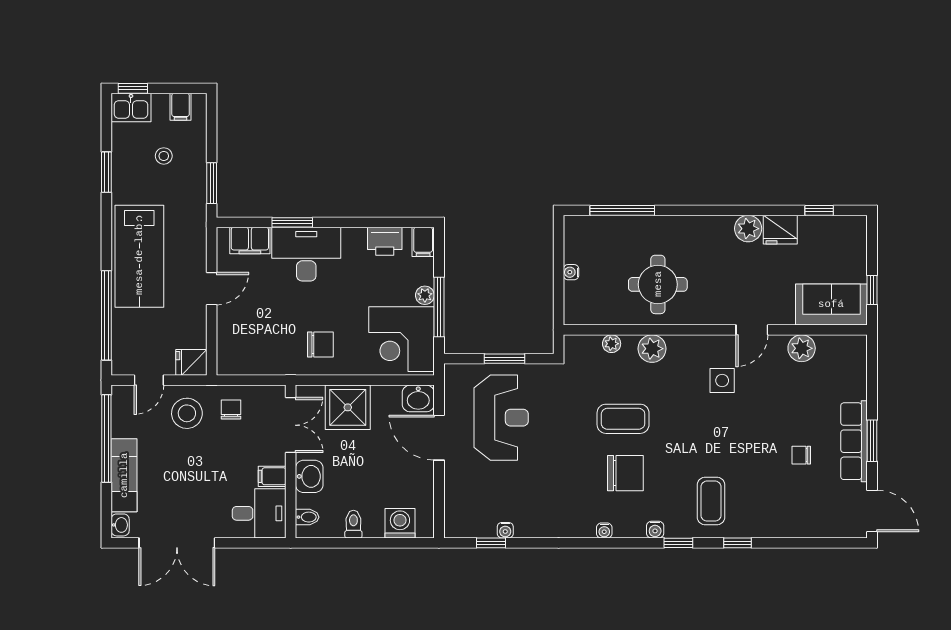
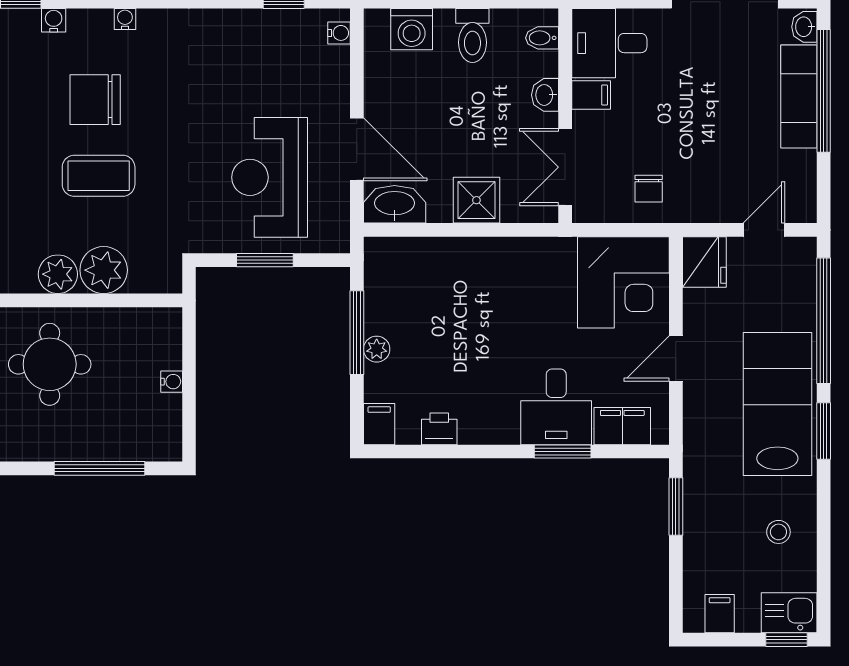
stool: (164, 156) -> (778, 532), moved
window: (106, 172) -> (824, 431), moved
printer: (385, 241) -> (439, 429), width x0.73, depth x0.81
desk: (306, 254) -> (556, 407), width x0.73
corner desk: (402, 339) -> (623, 282), moved, turned 90
plant: (612, 344) -> (104, 270), width x1.87, depth x1.87
chair: (320, 345) -> (523, 280), removed
fridge: (191, 362) -> (704, 262), width x1.38
washbasin: (418, 398) -> (395, 204), width x1.38
shower: (348, 407) -> (476, 200), width x0.73, depth x0.73
stool: (187, 413) -> (711, 183), removed
window: (106, 439) -> (824, 91), moved
washbasin: (309, 476) -> (545, 95), width x0.72, depth x0.69
toilet: (353, 524) -> (472, 35), width x1.37, depth x1.39
water cooler: (505, 530) -> (339, 33), moved, turned 90

